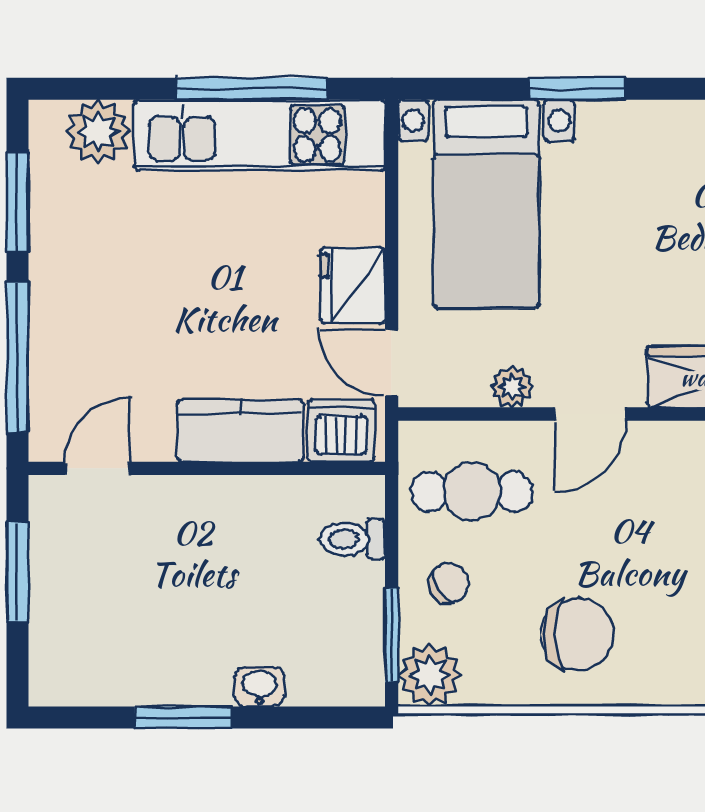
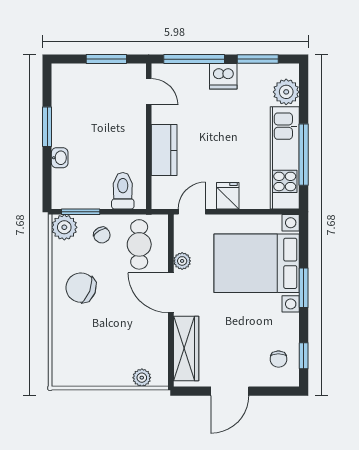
bed with nightstands: (486, 204) -> (257, 263), width x1.36
fridge: (353, 285) -> (228, 196), width x0.72
door: (590, 414) -> (171, 293), width x1.38
dishwasher: (341, 431) -> (223, 76), moved, turned 90
toilet: (353, 539) -> (123, 191), width x1.37, depth x1.39
chair: (578, 634) -> (81, 288), turned 111

